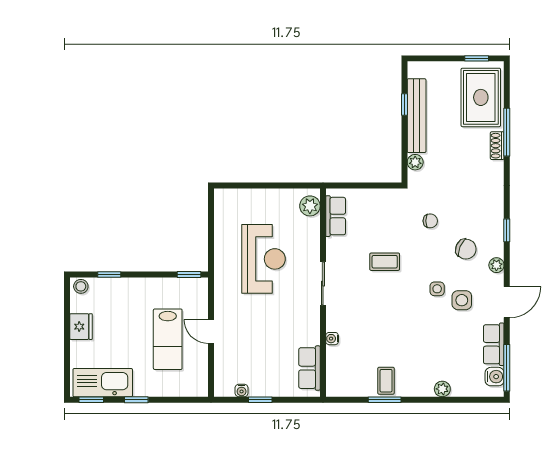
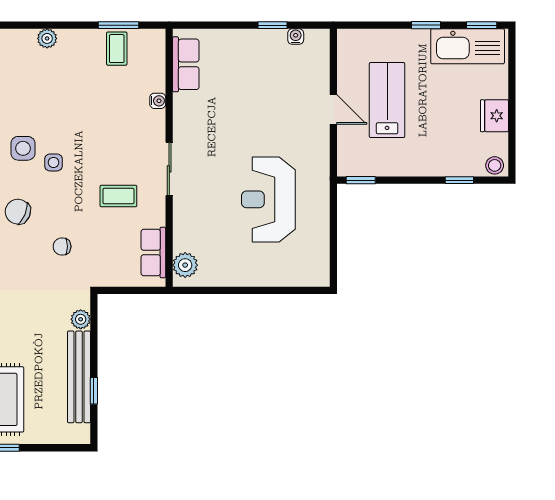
plant: (310, 206) -> (185, 265), moved
row of seats: (336, 216) -> (153, 253), moved
sliding door: (323, 284) -> (169, 169), moved
wall: (323, 293) -> (169, 158), moved
water cooler: (332, 339) -> (158, 101), moved
row of seats: (309, 368) -> (186, 64), moved

